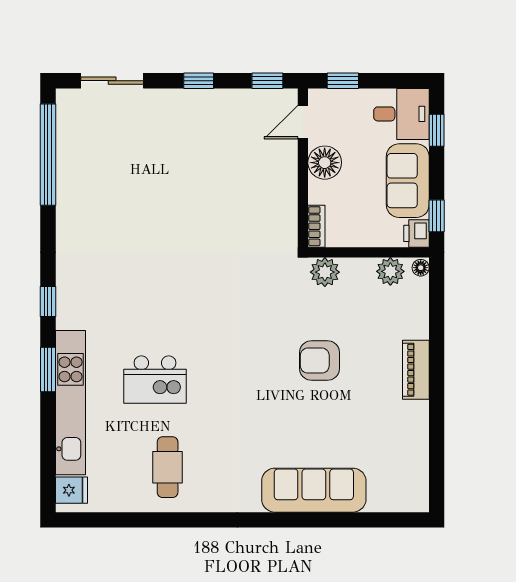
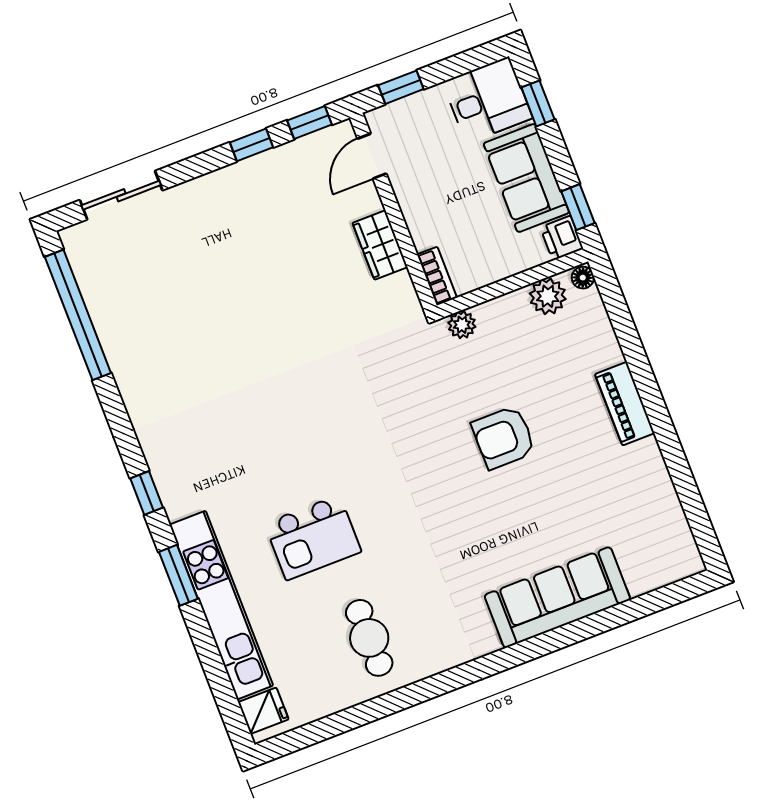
window: (199, 81) -> (251, 145), moved
floor lamp: (325, 163) -> (417, 195), removed
wardrobe: (284, 188) -> (380, 245), added
plant: (325, 272) -> (462, 325), width x0.73, depth x0.73

